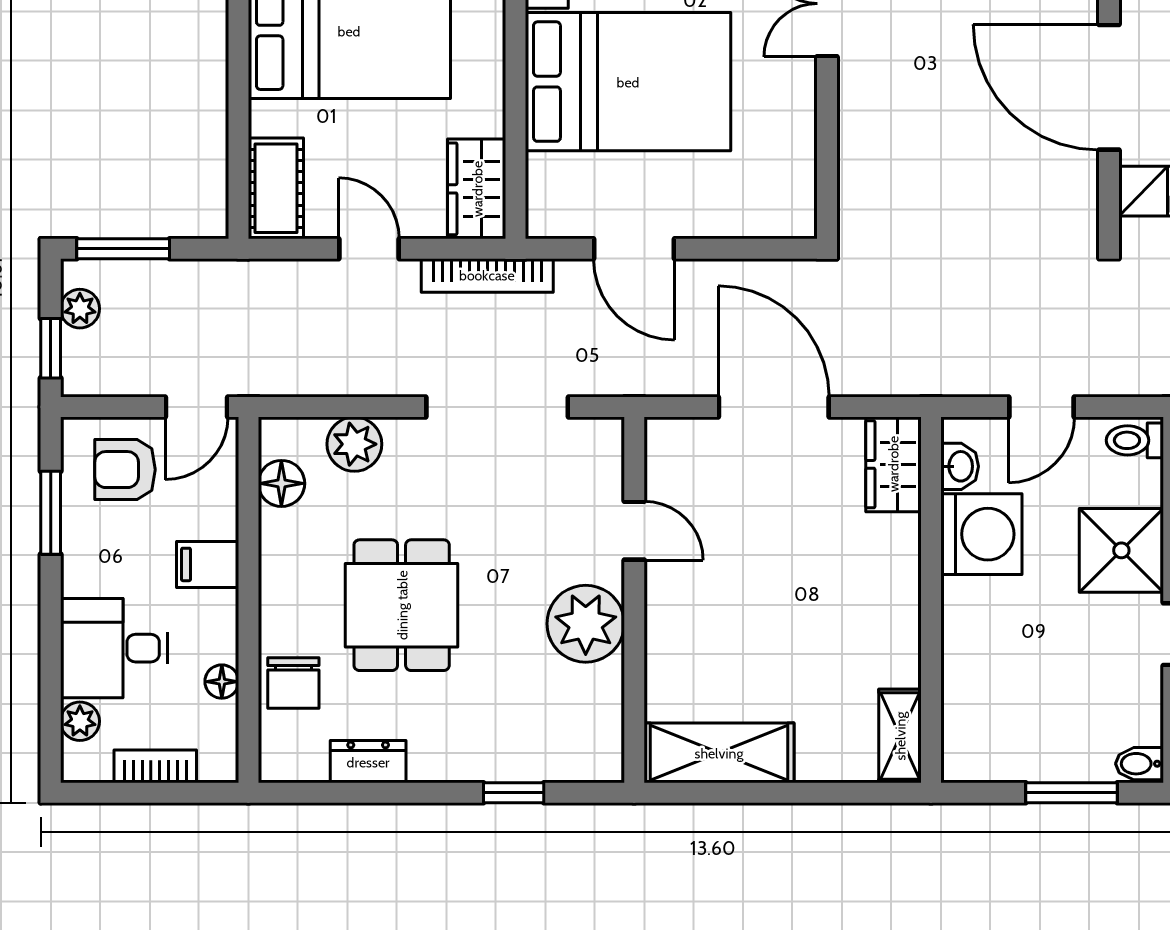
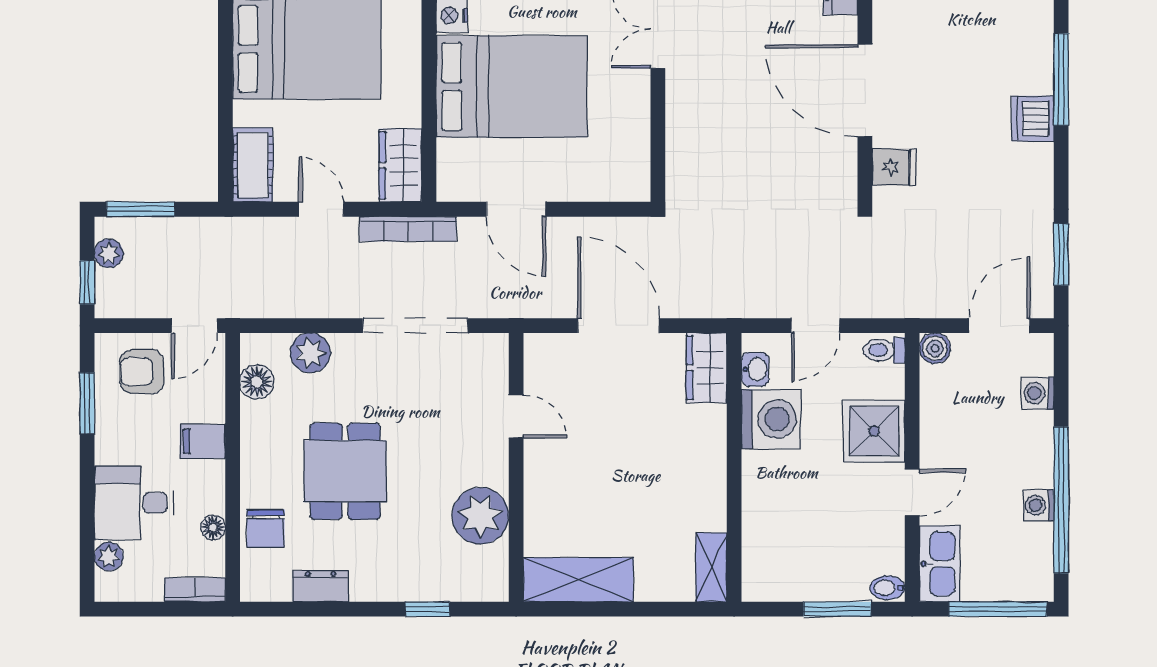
plant: (586, 624) -> (480, 516), moved
bookcase: (155, 766) -> (195, 590), moved

